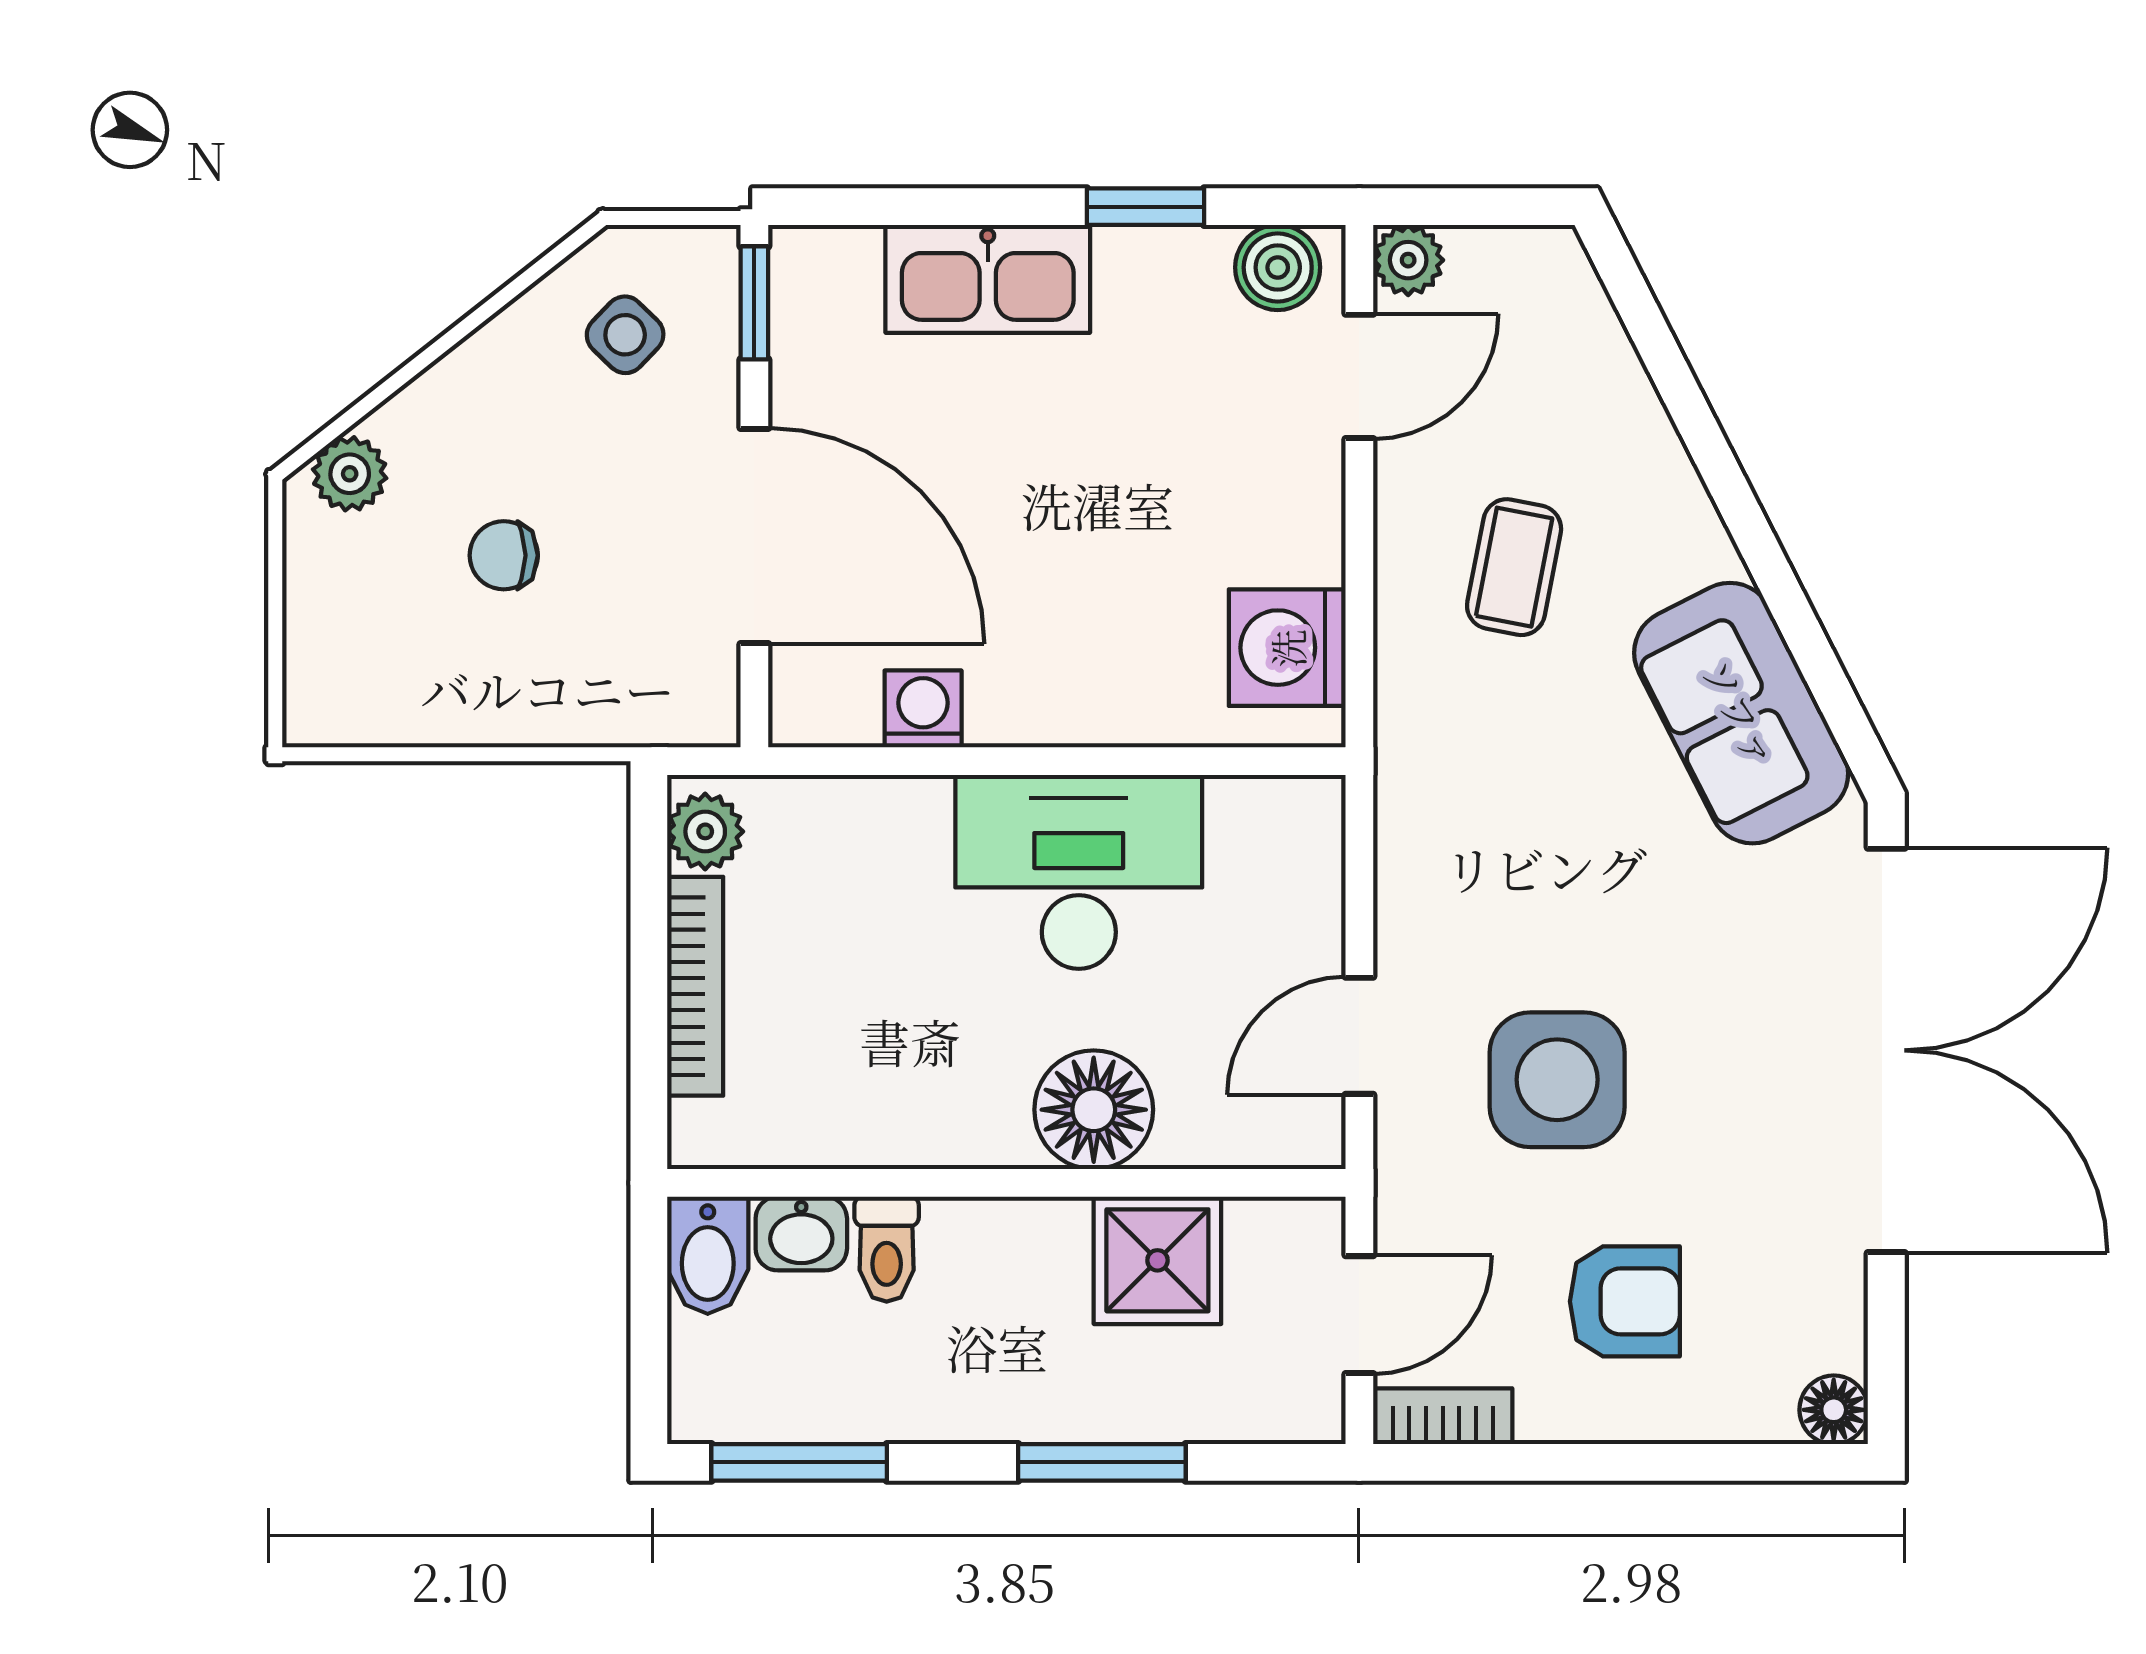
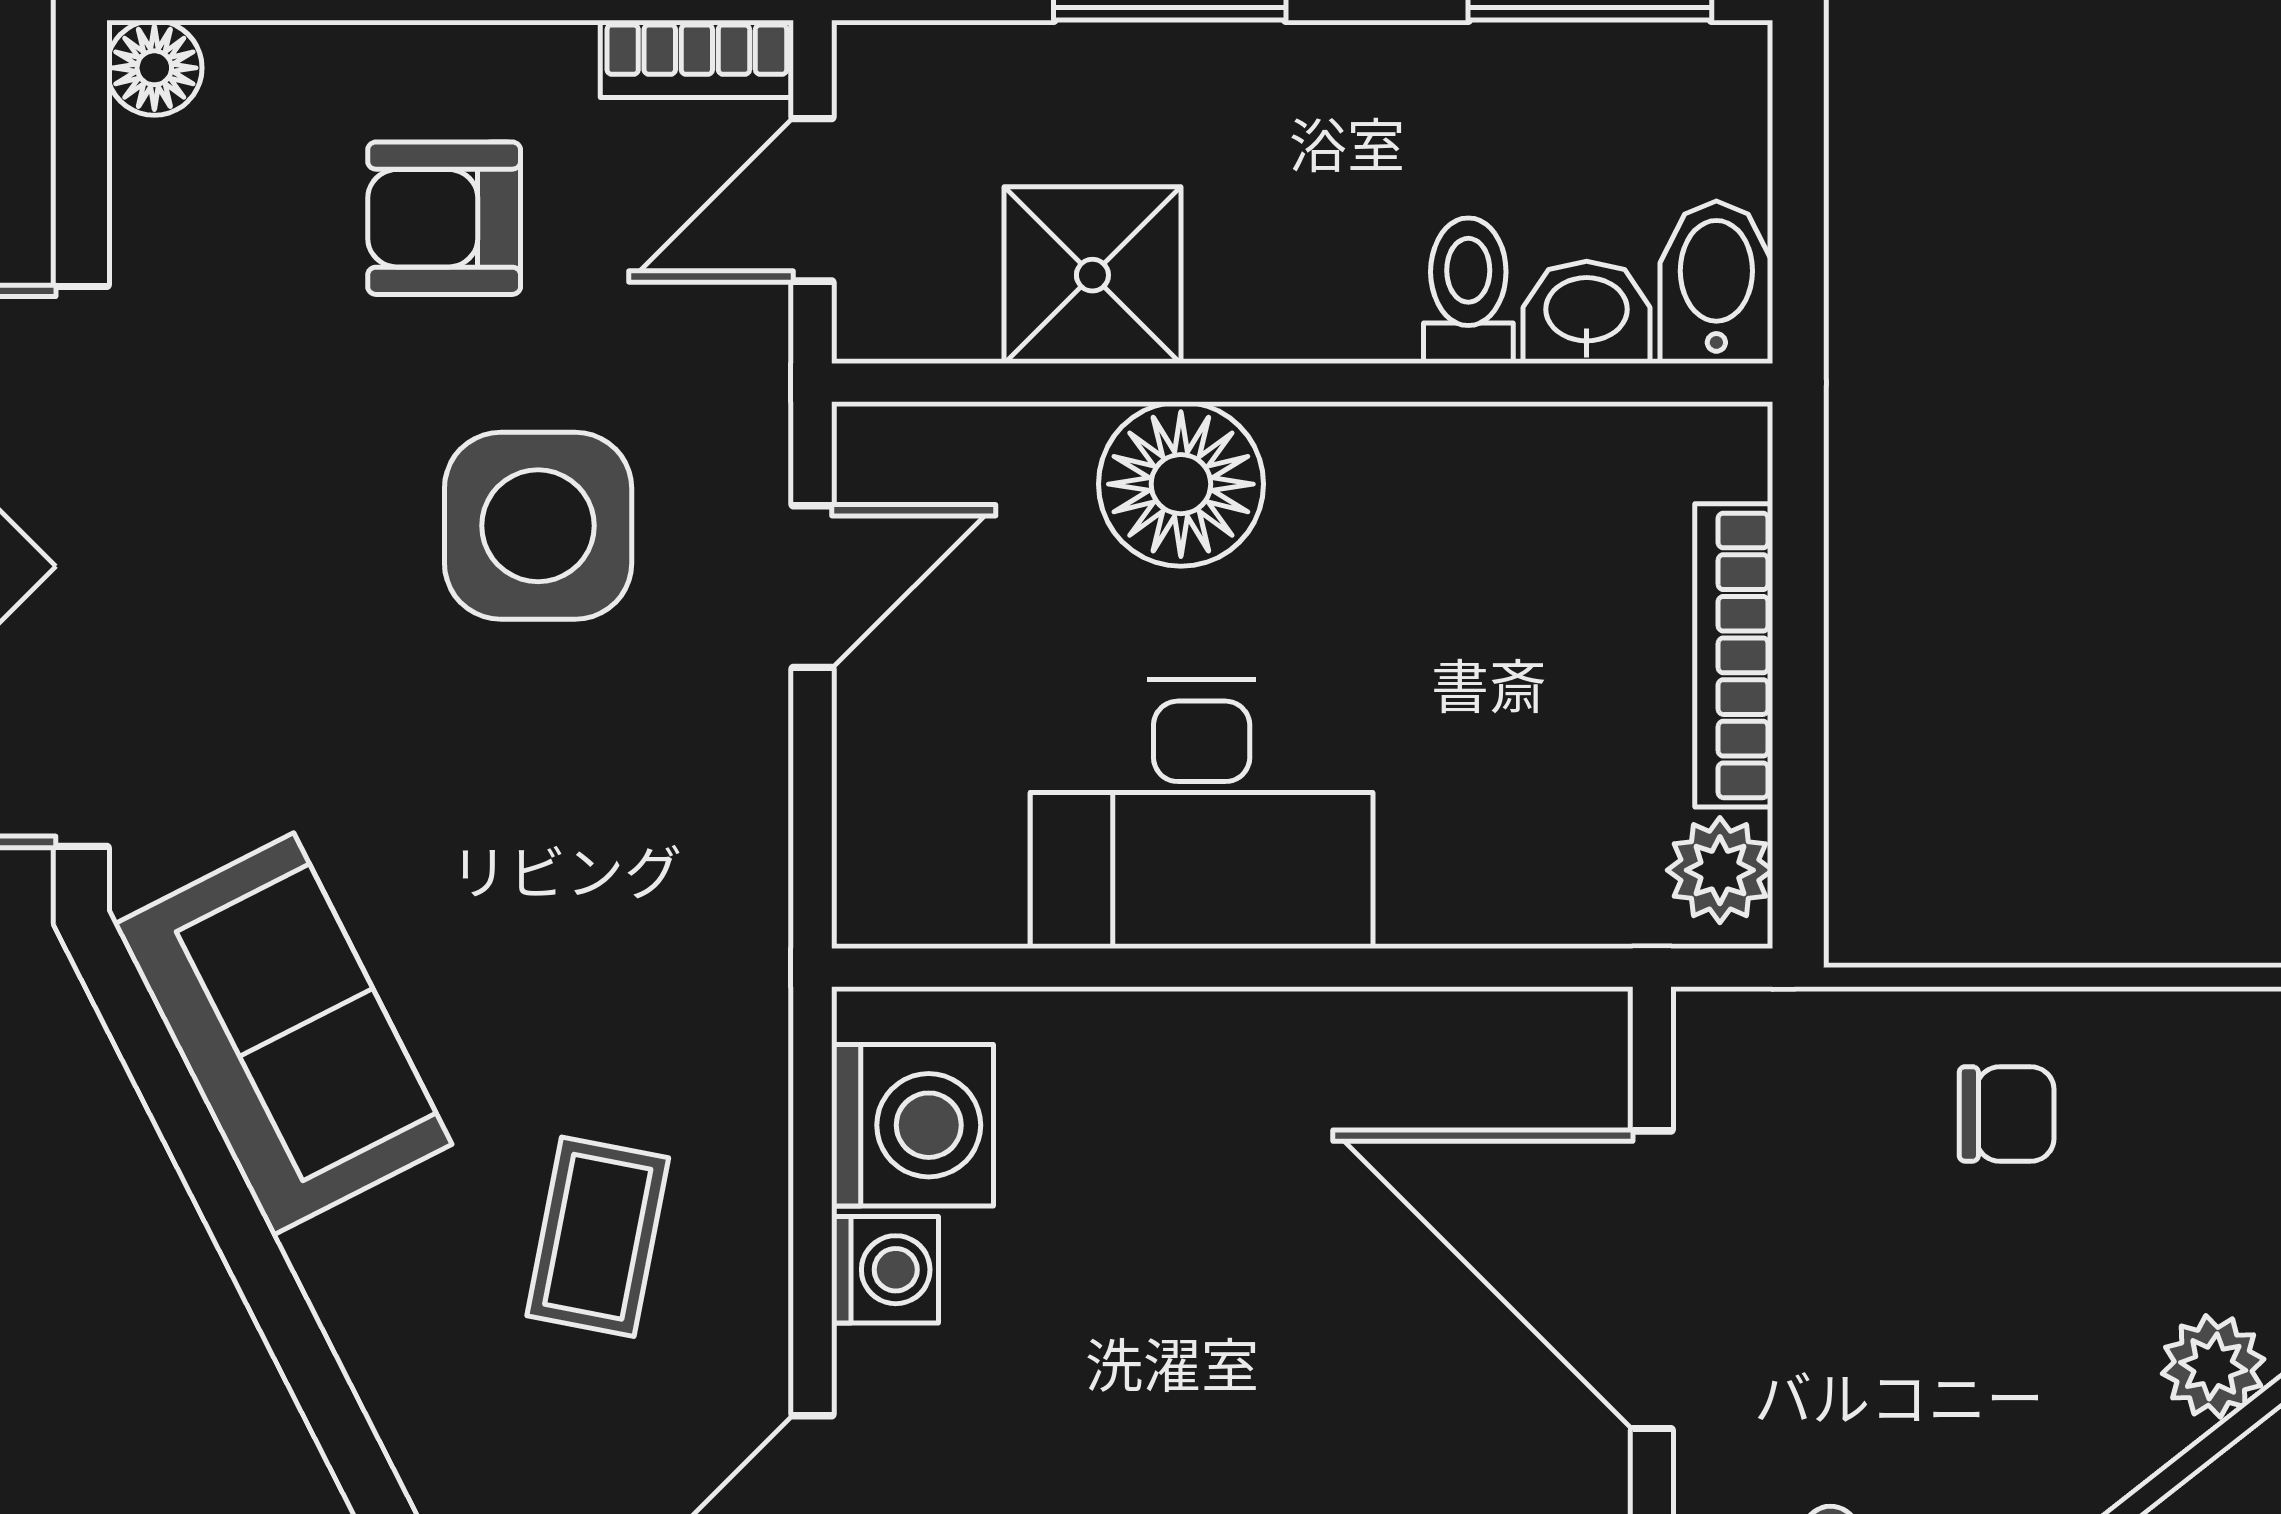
chair: (504, 555) -> (2007, 1114), moved
washing machine: (923, 709) -> (885, 1270), moved, turned -90

